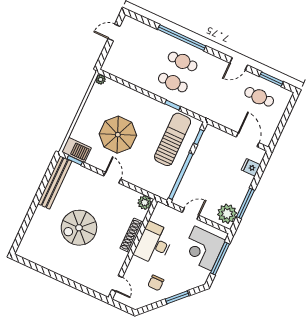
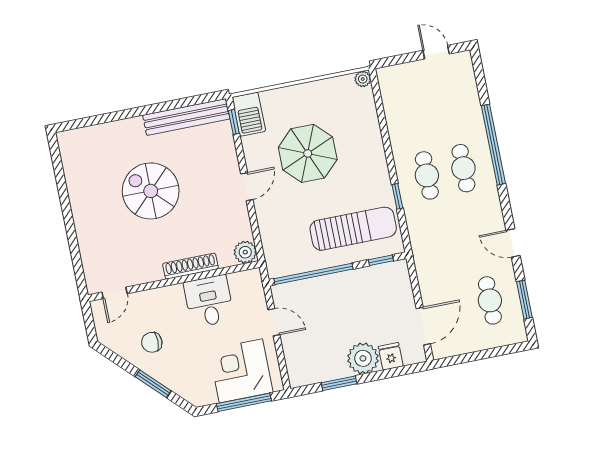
window: (245, 203) -> (339, 383), width x0.69
plant: (227, 214) -> (363, 358), moved
desk: (154, 244) -> (209, 301), width x0.73

